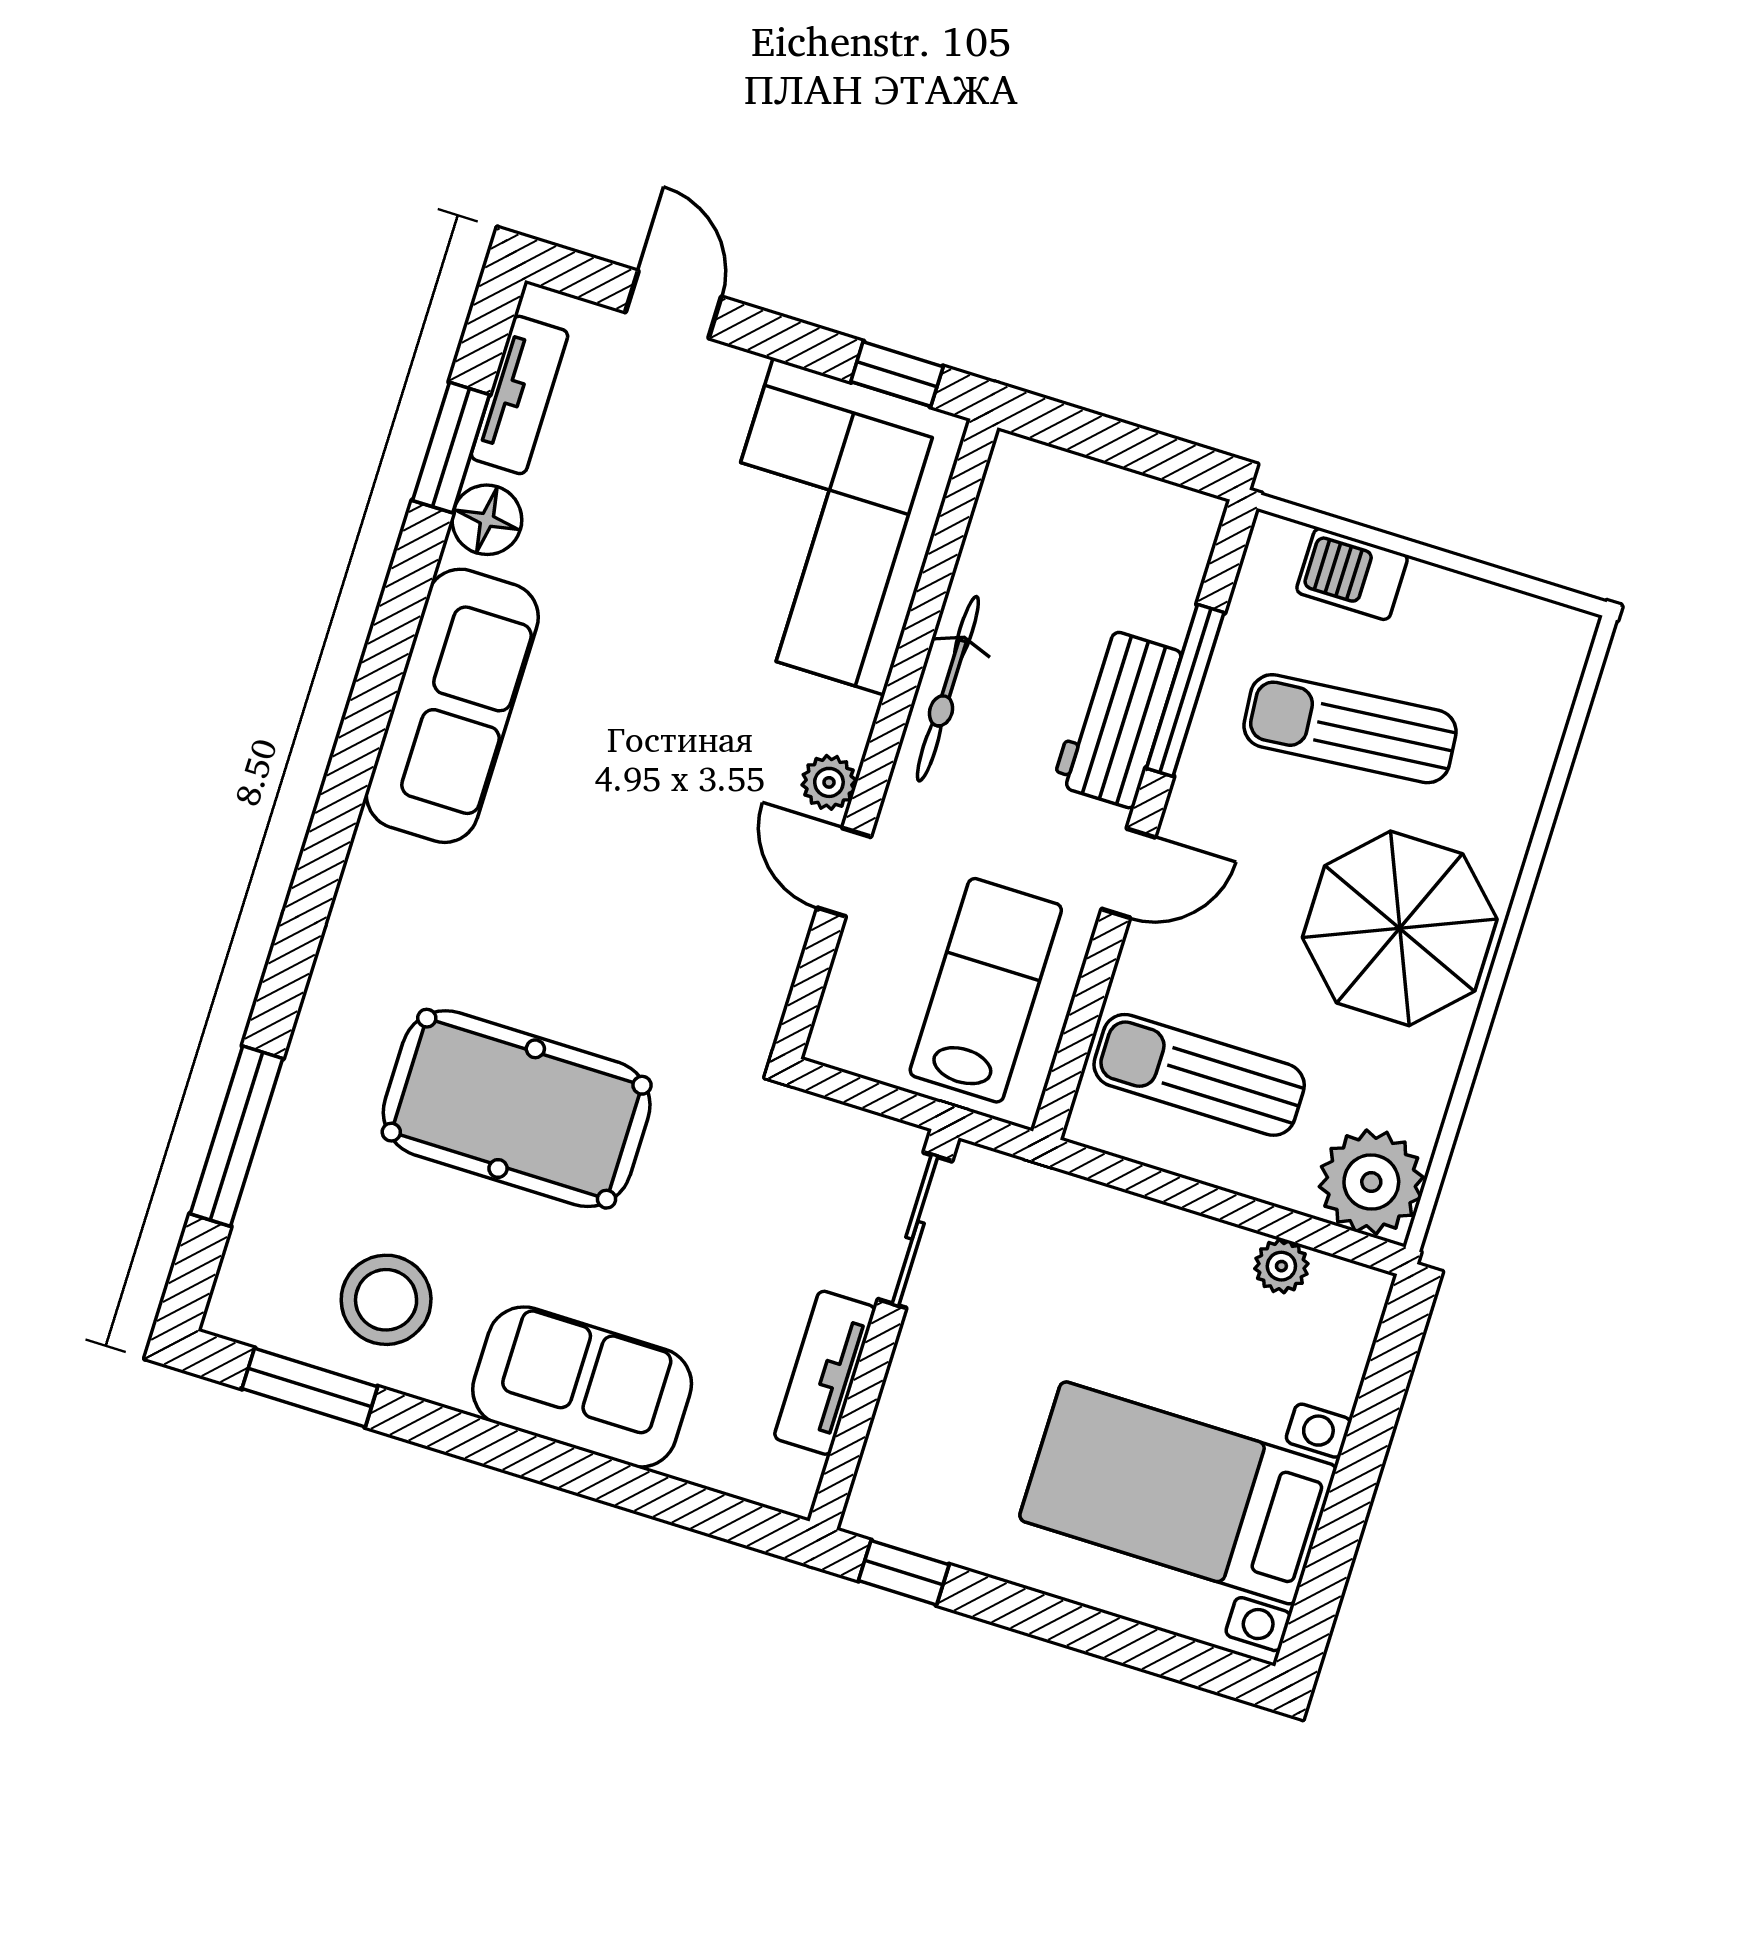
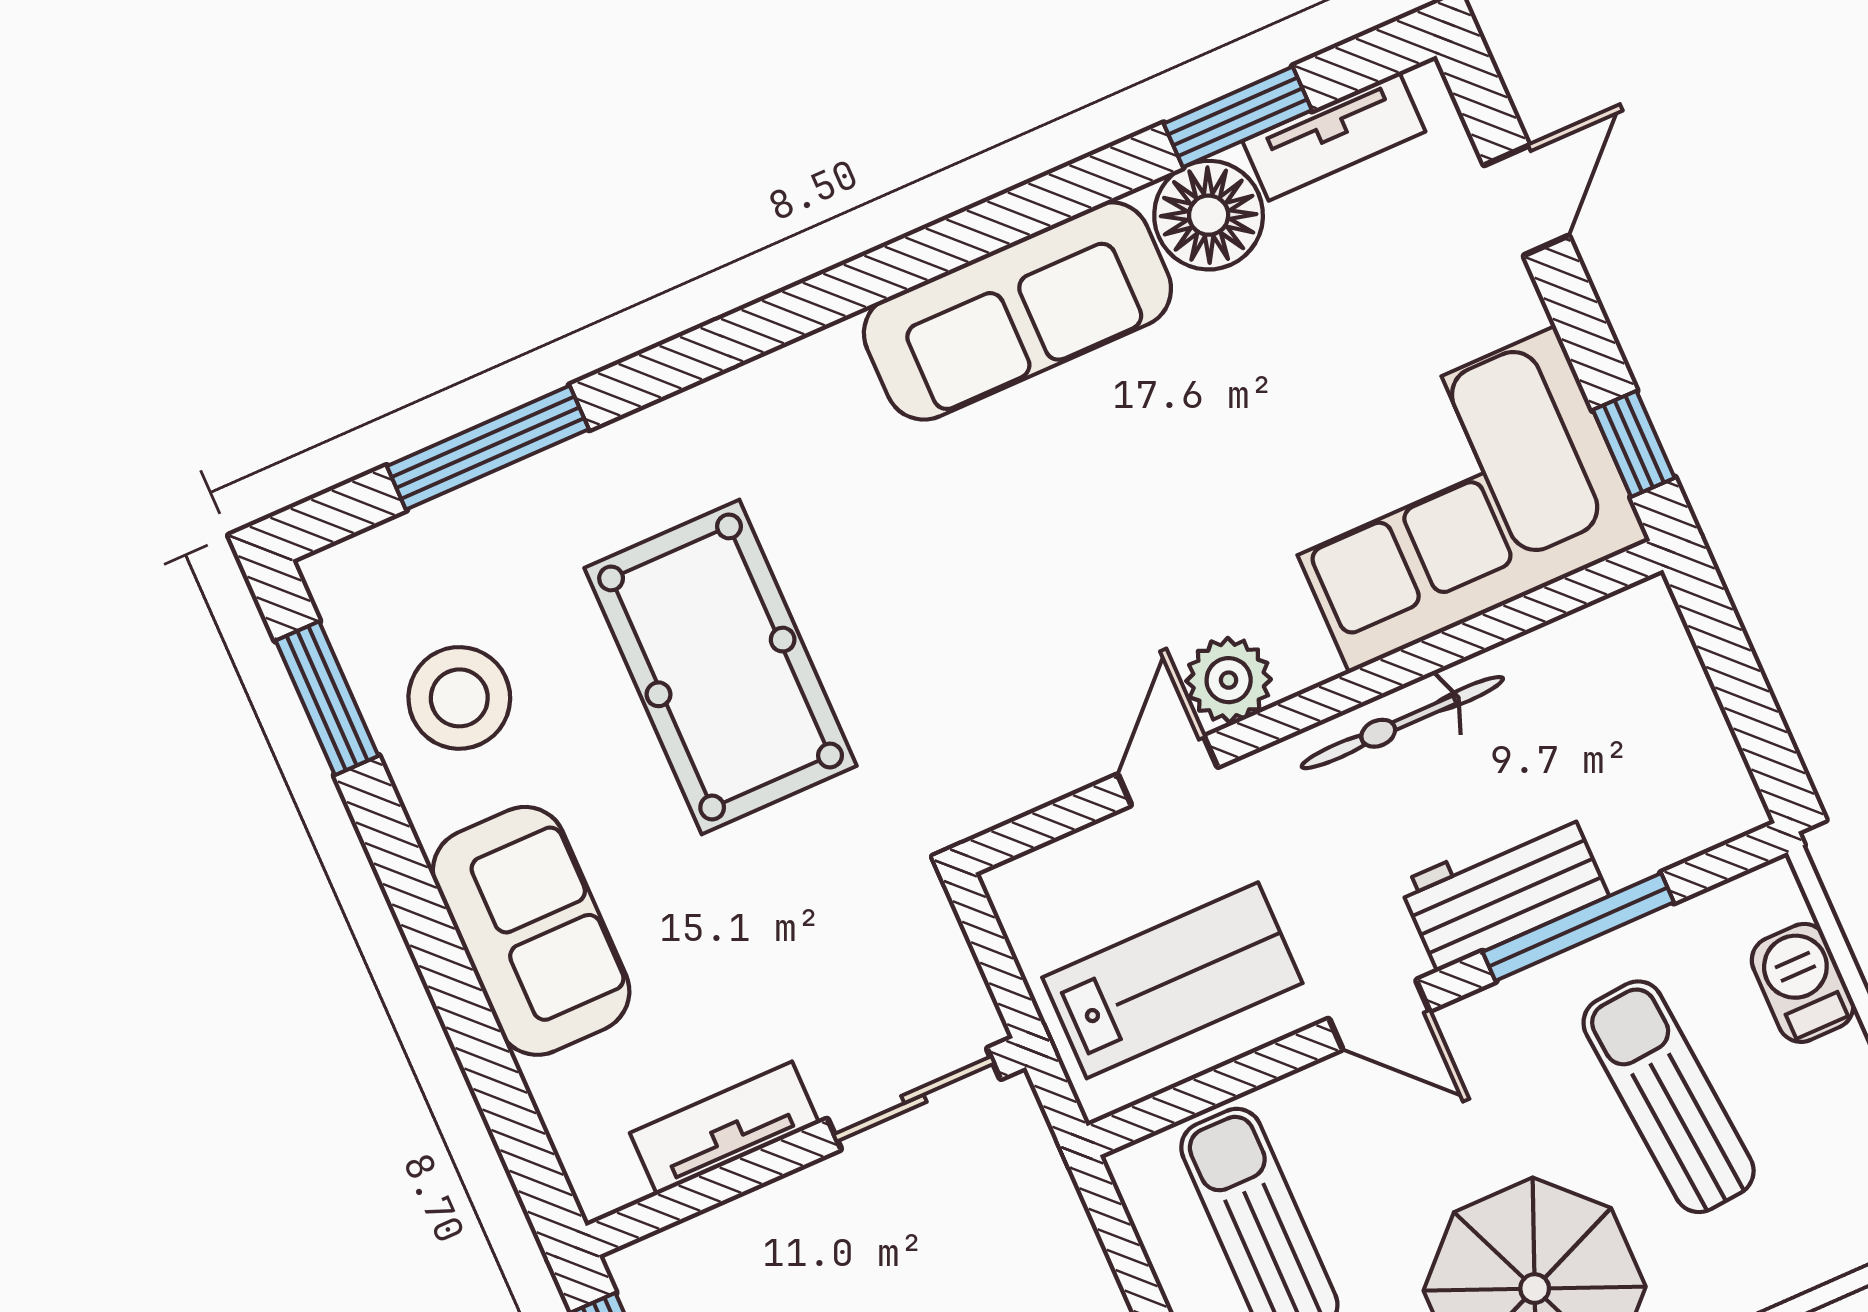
floor lamp: (487, 520) -> (1209, 215), width x1.38, depth x1.38
plant: (829, 782) -> (1229, 680), width x1.38, depth x1.38

